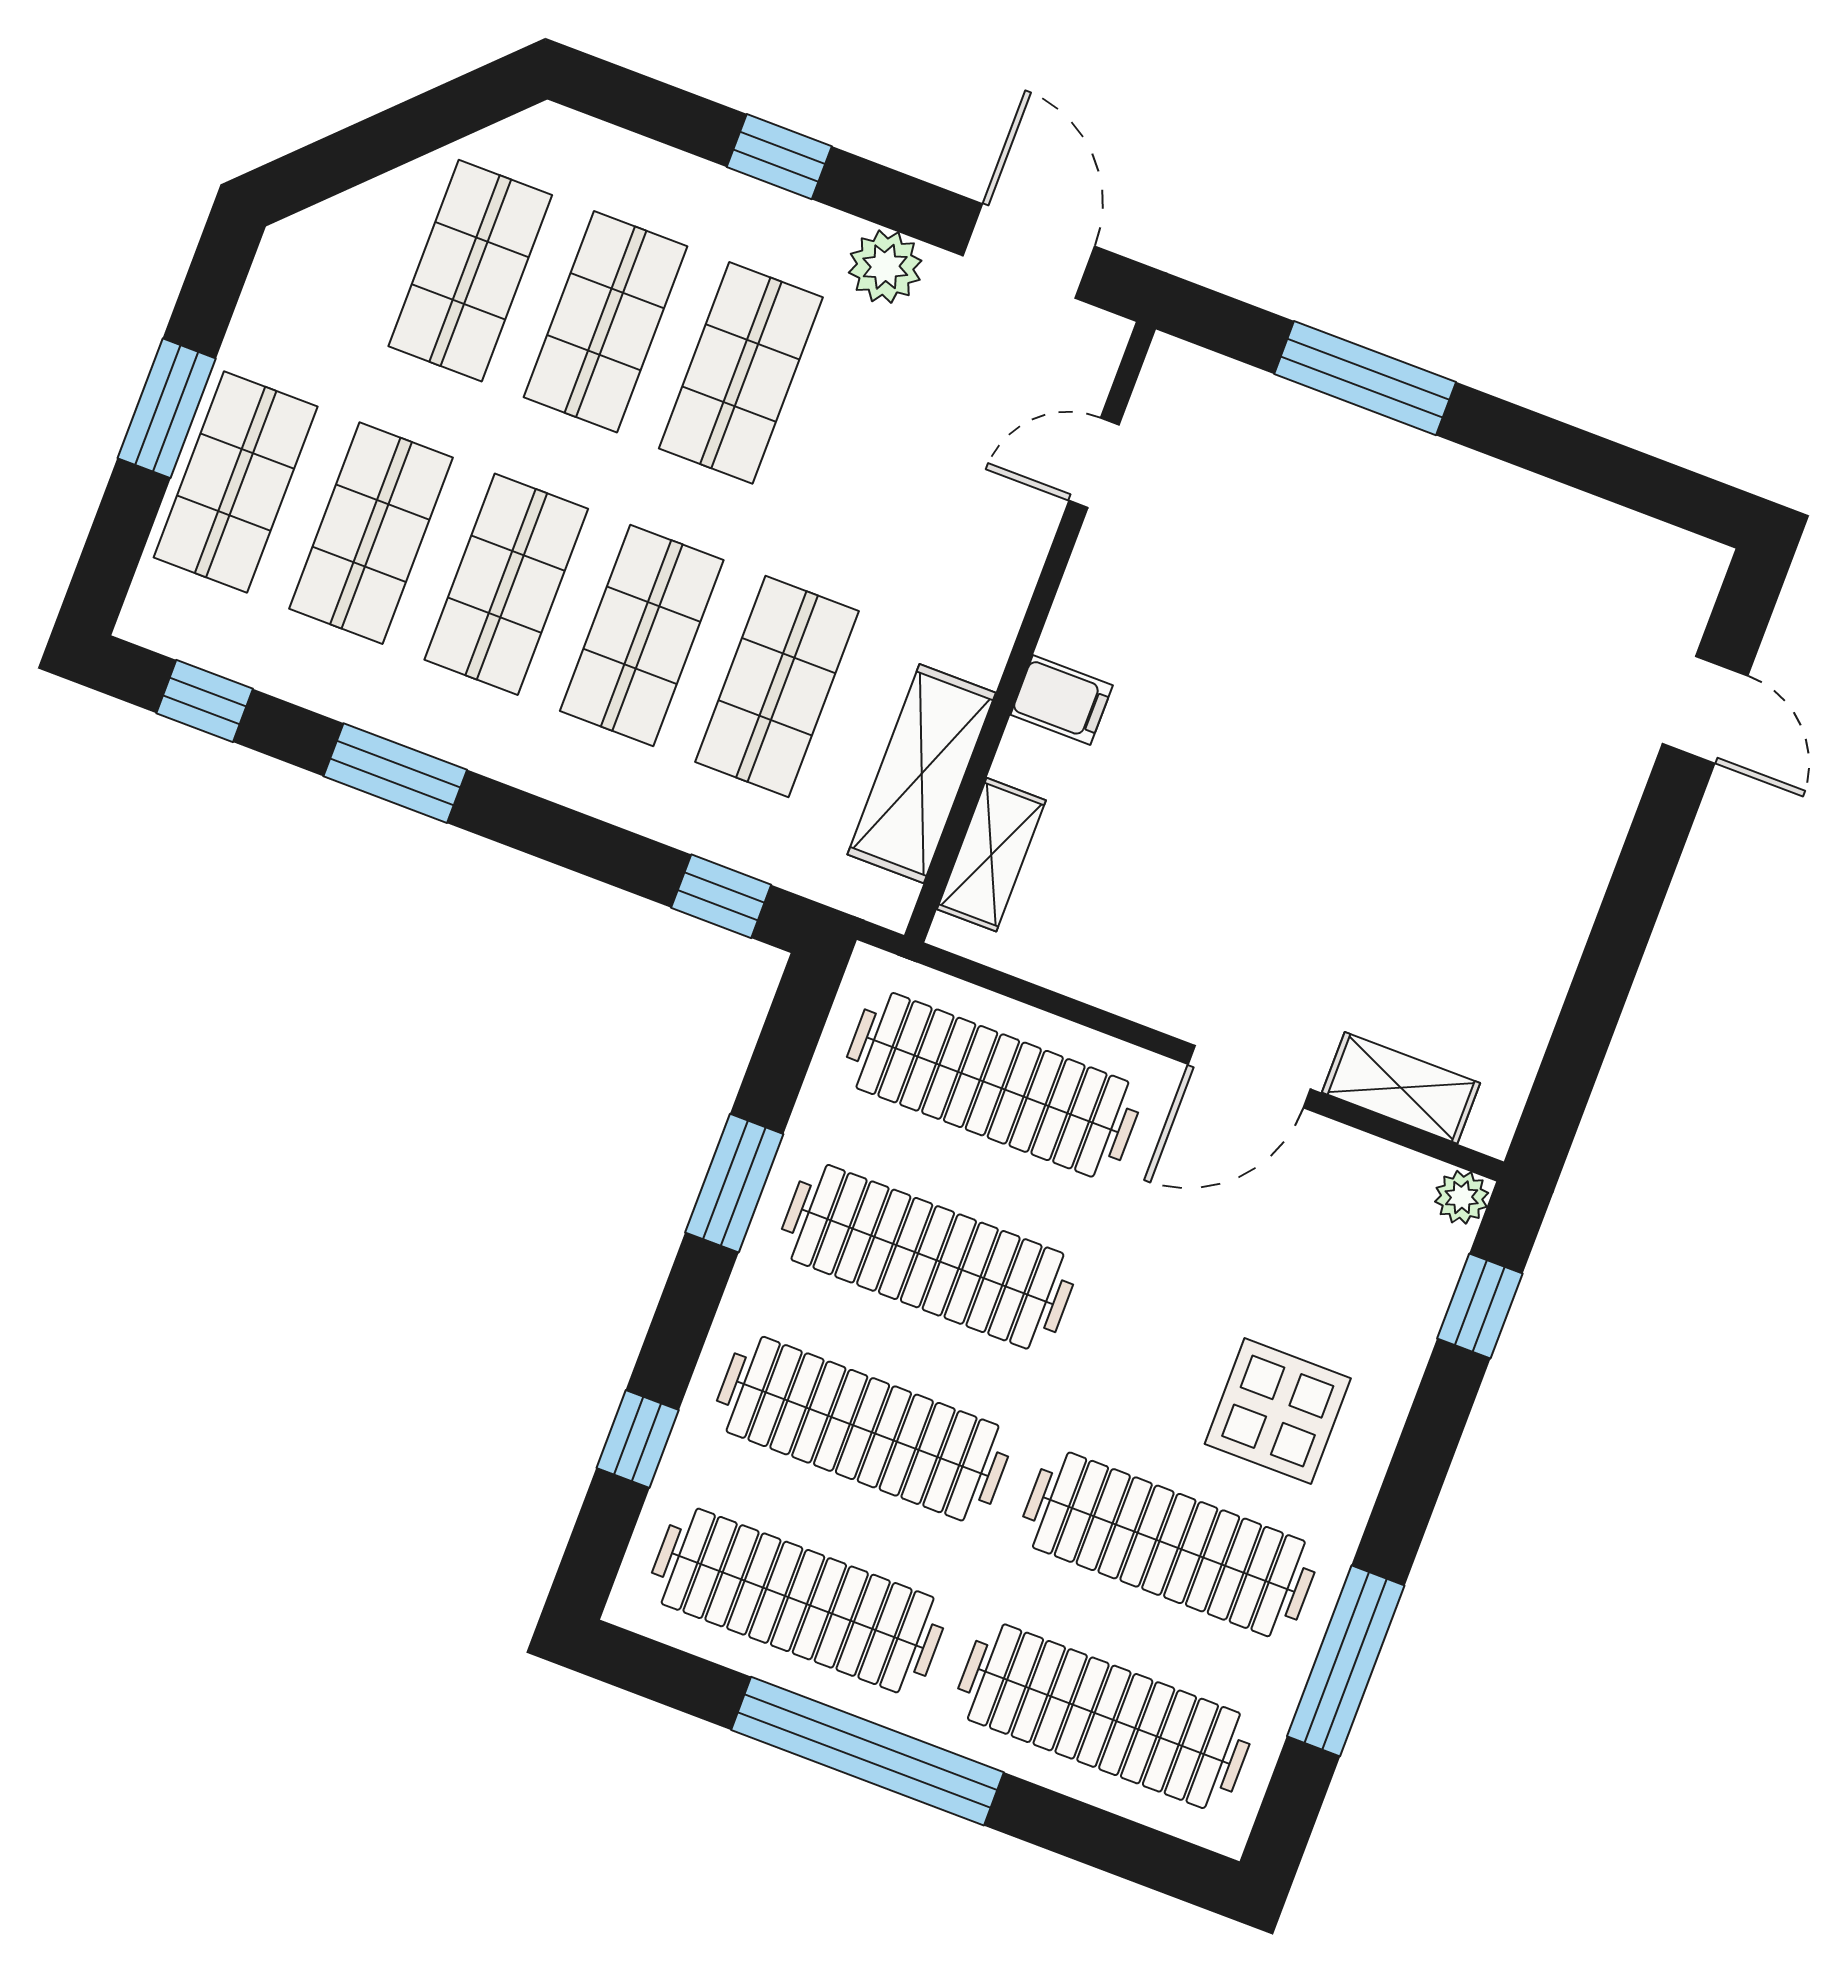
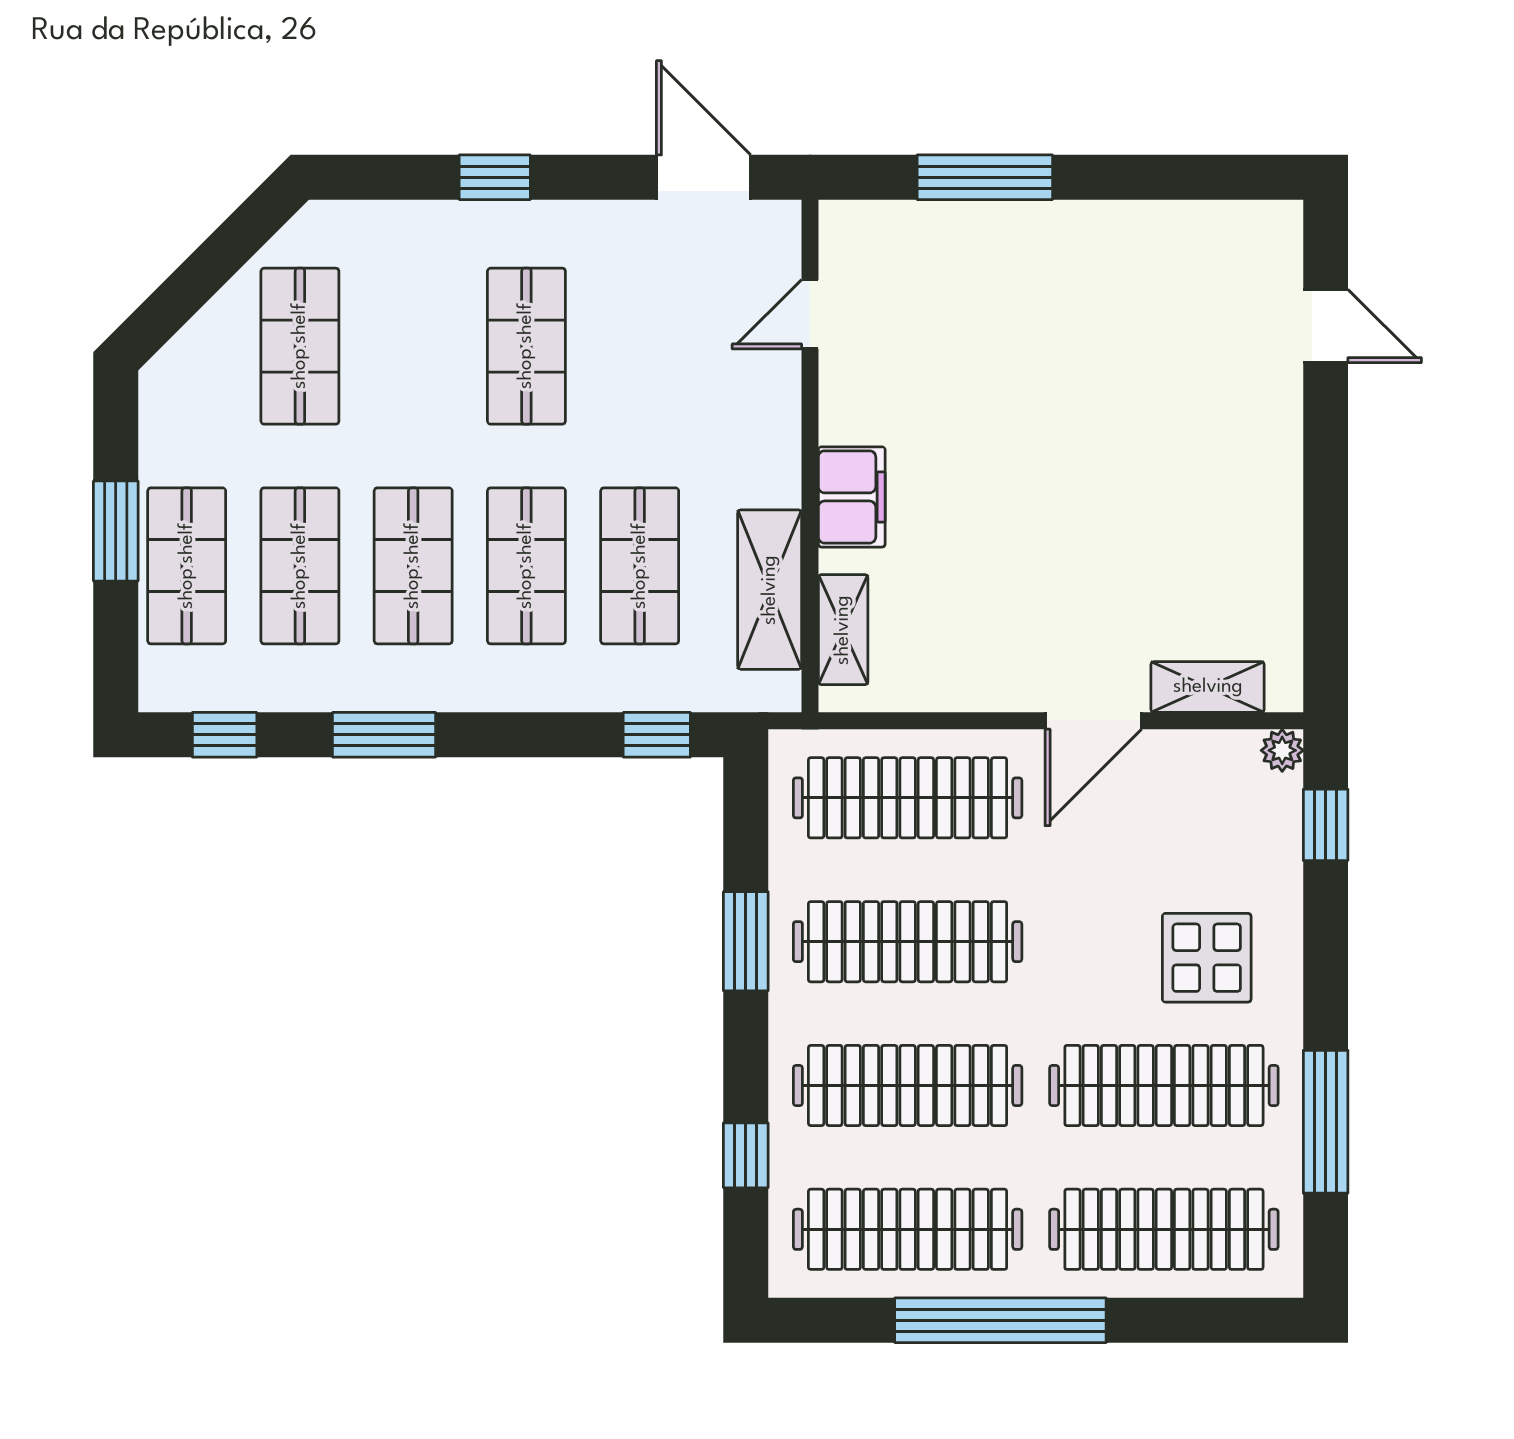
plant: (885, 267) -> (603, 228), removed
shop shelf: (606, 322) -> (413, 346), removed
filing cabinet: (1062, 700) -> (852, 497), width x2.00

